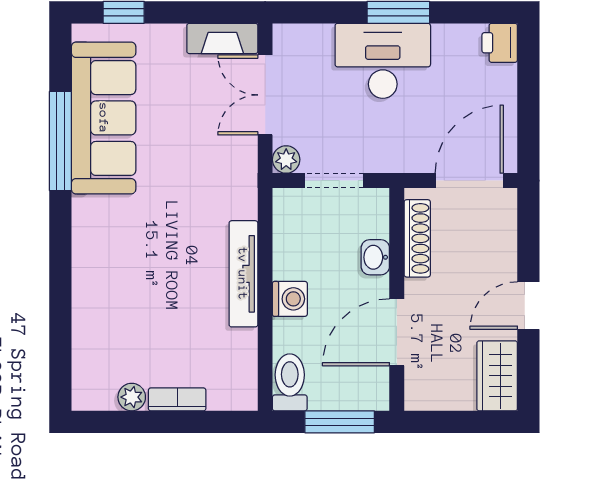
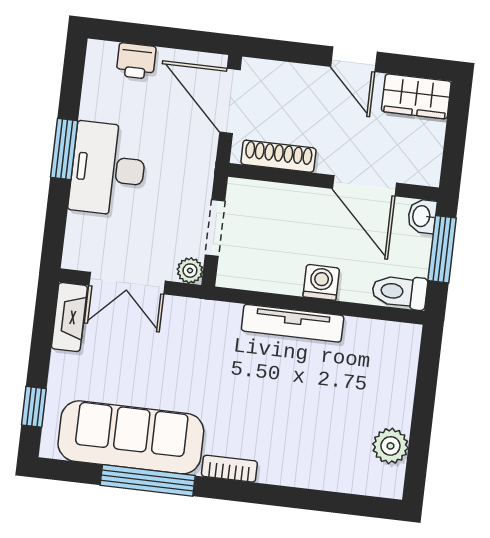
printer: (500, 43) -> (136, 61), moved
washbasin: (375, 257) -> (422, 216), moved, turned 90
plant: (132, 397) -> (390, 446), width x1.38, depth x1.38
bookcase: (177, 399) -> (229, 469), moved, turned 90

